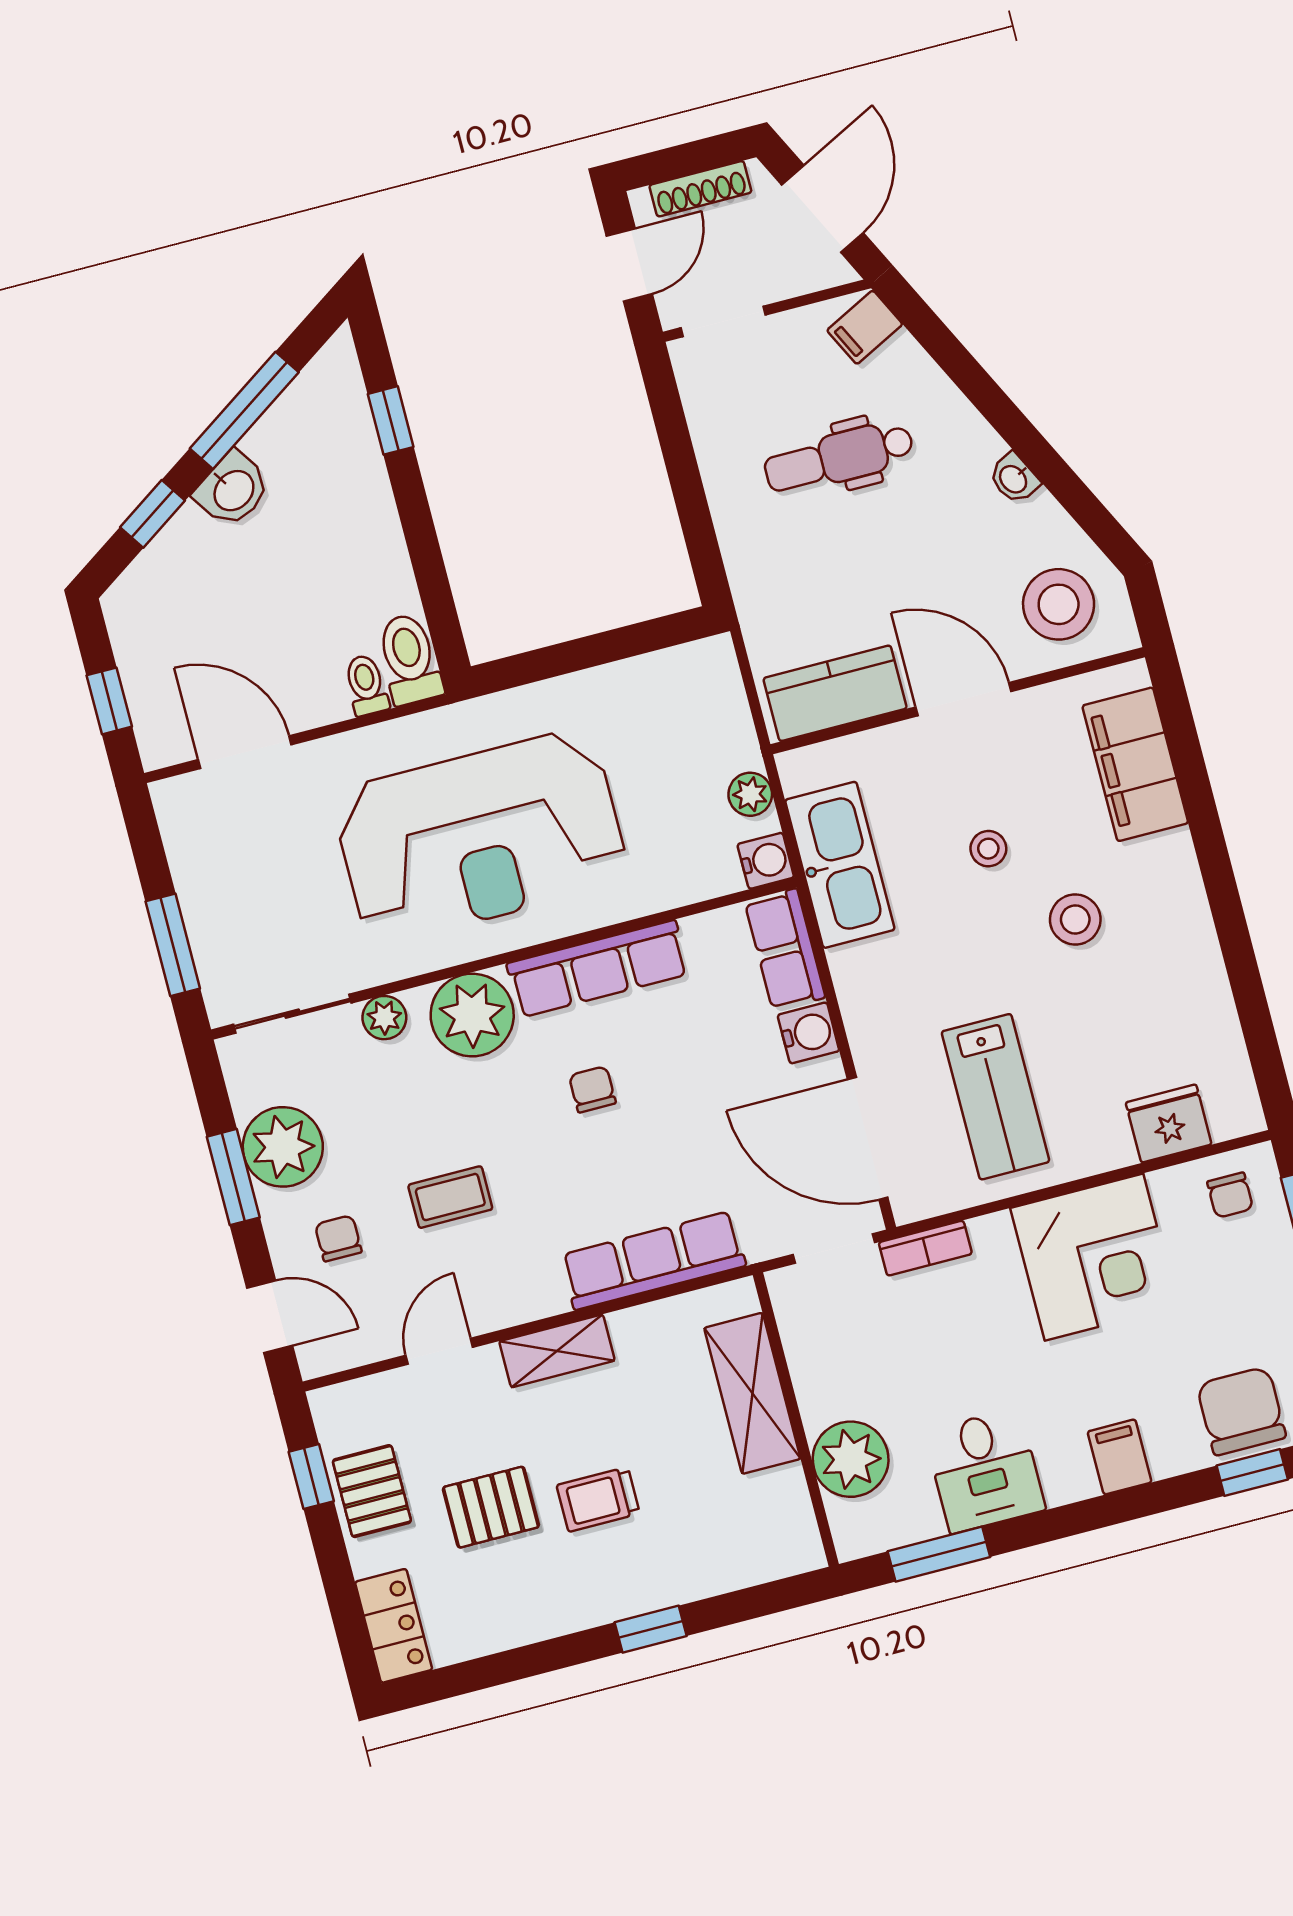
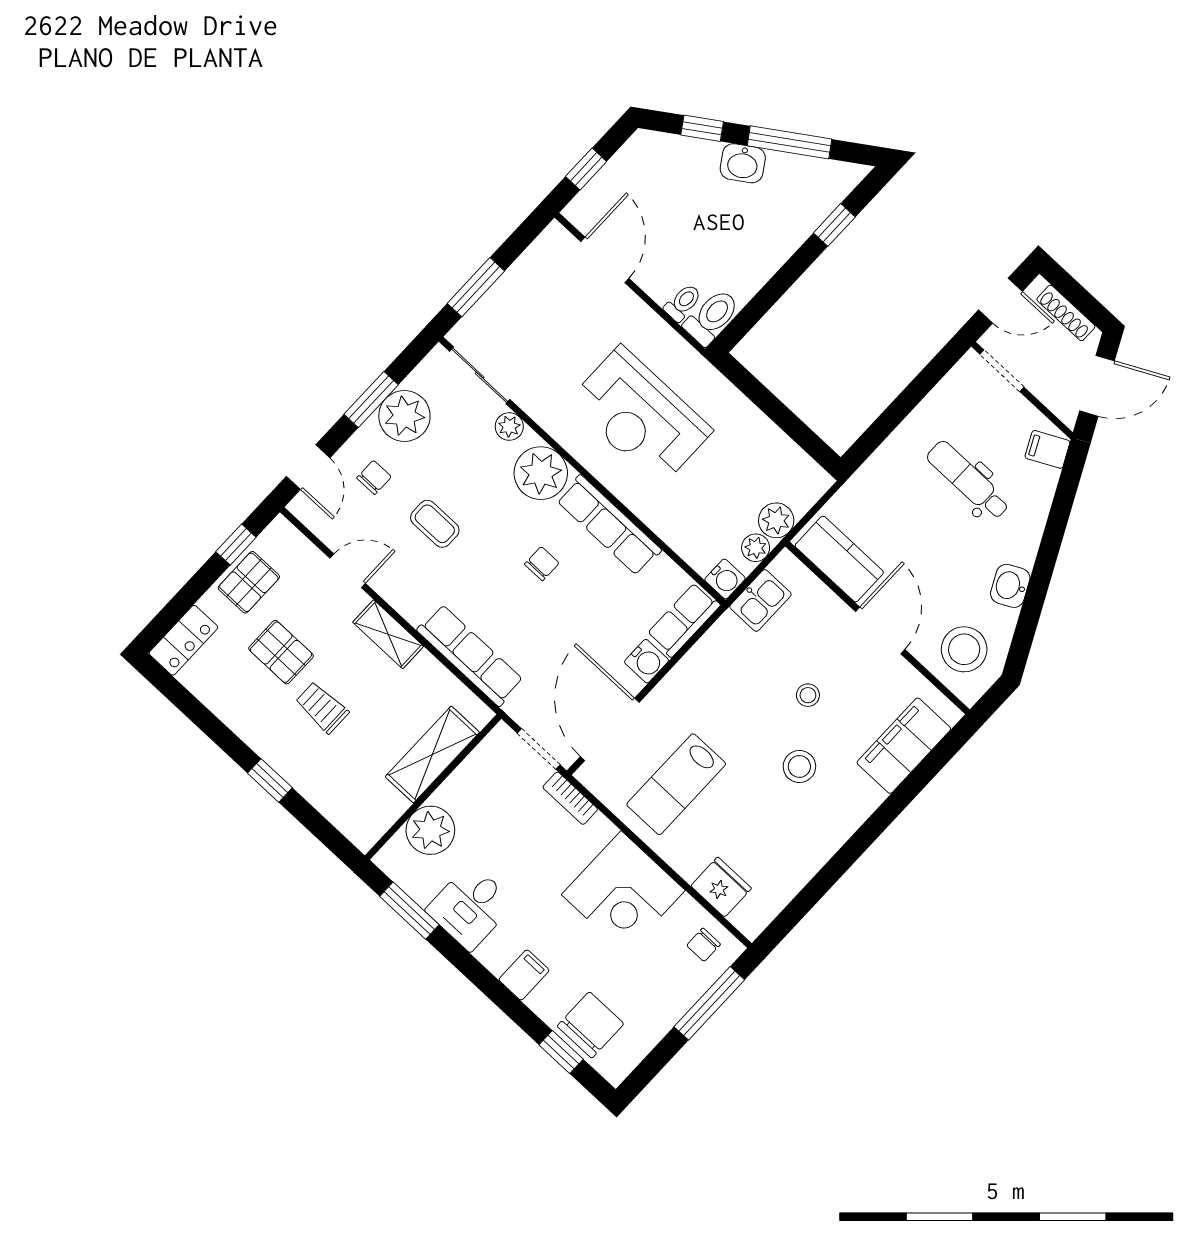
washbasin: (1014, 479) -> (1010, 586), width x1.38, depth x1.45
plant: (731, 744) -> (776, 520), added
reception desk: (480, 837) -> (640, 416), width x0.74, depth x0.77
kitchen sink: (840, 865) -> (760, 601), width x0.53, depth x0.81

